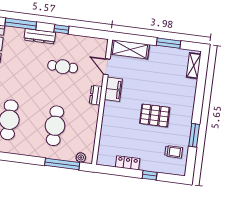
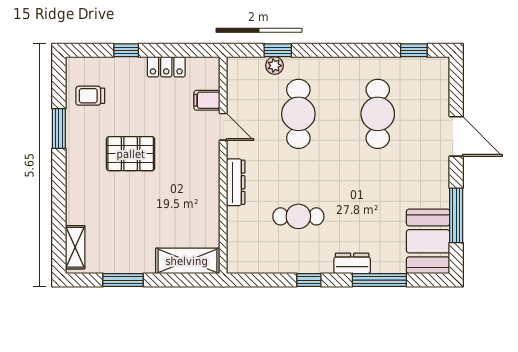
dresser: (40, 36) -> (352, 263), width x0.70
door: (107, 67) -> (223, 127), moved
filing cabinet: (113, 89) -> (207, 100), moved, width x0.50
dresser: (96, 95) -> (236, 182), width x1.44
plant: (81, 157) -> (275, 66), moved
window: (62, 164) -> (278, 50), width x0.46

